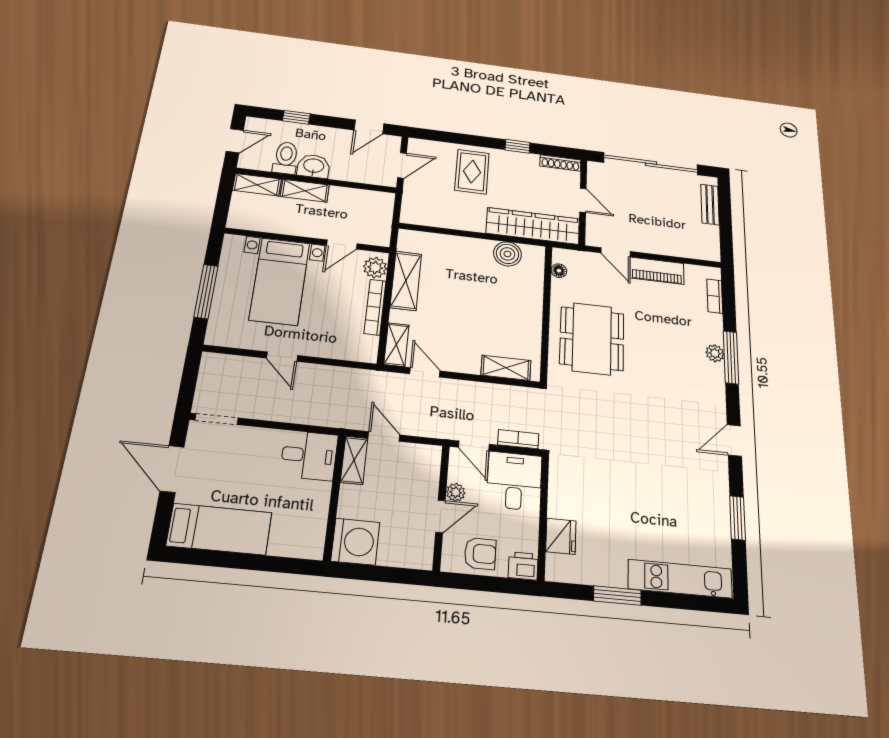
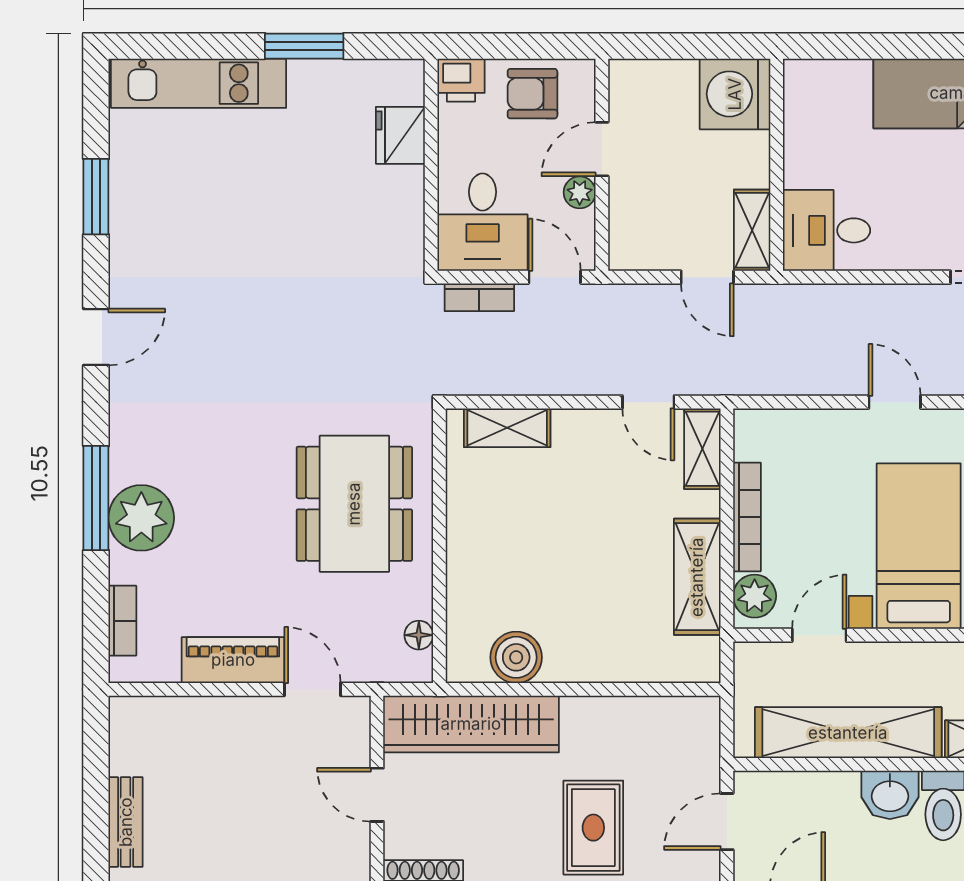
shelving: (305, 191) -> (848, 733), width x2.20, depth x1.33
plant: (715, 353) -> (141, 518), width x1.88, depth x1.88

